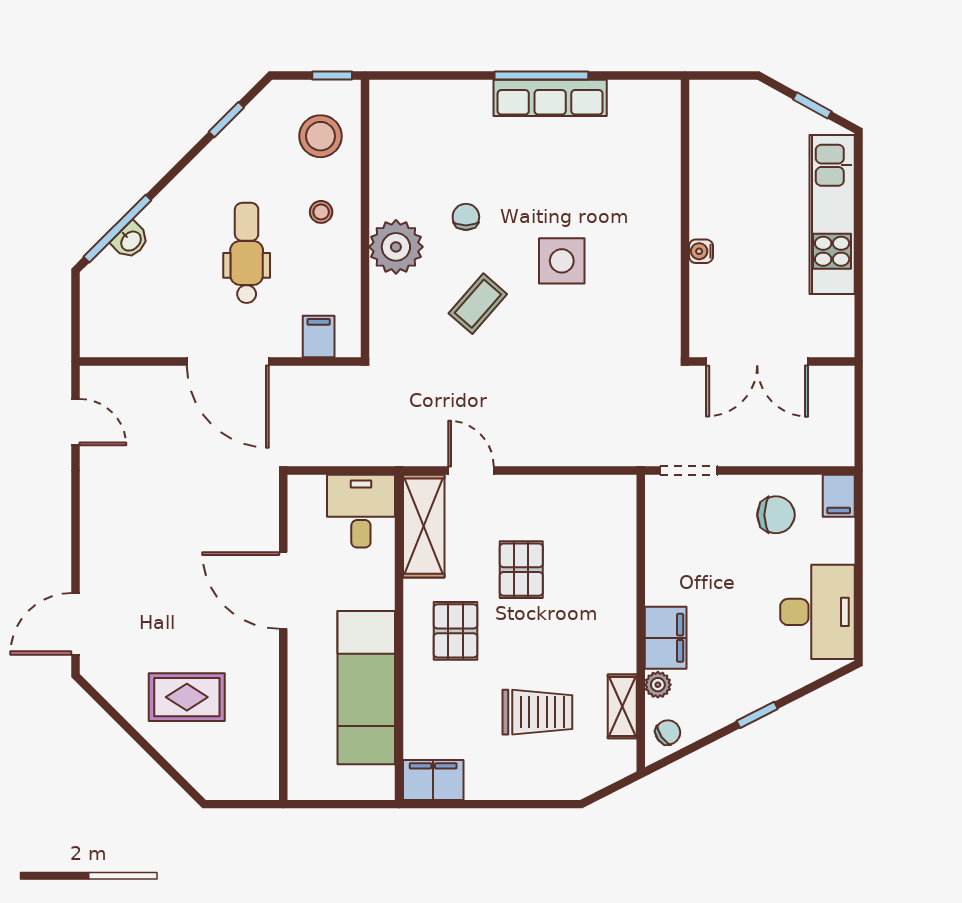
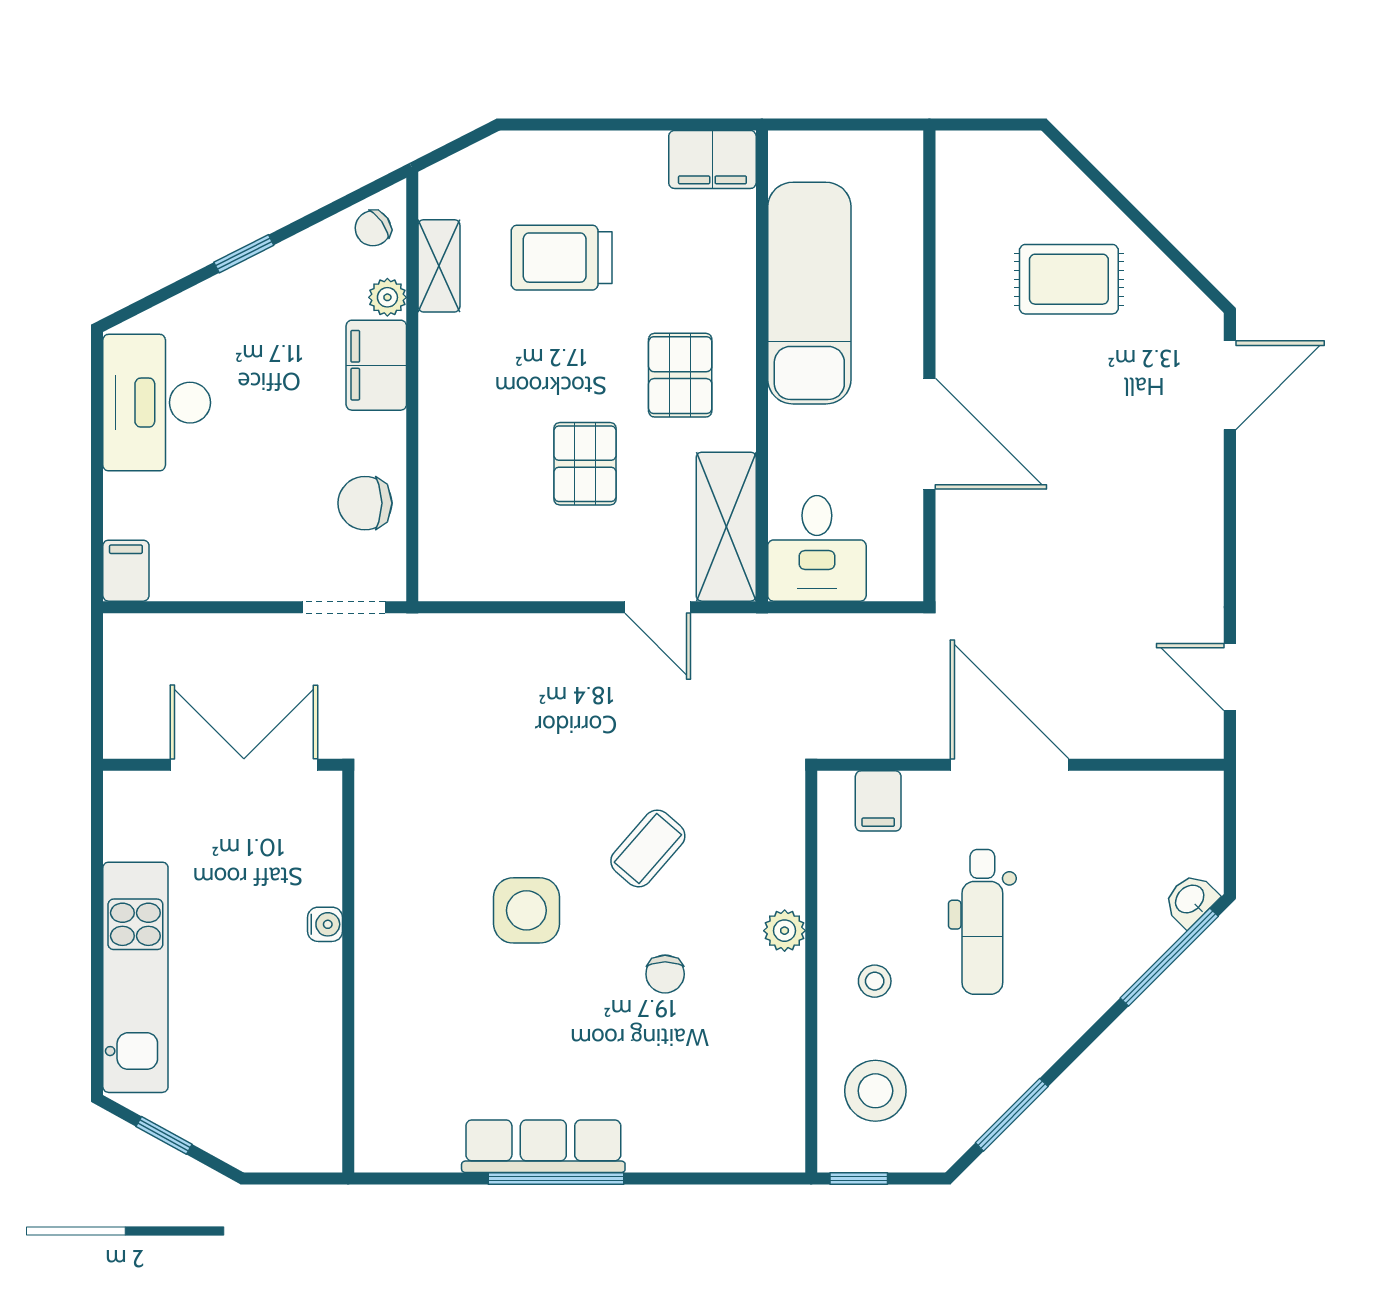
window: (226, 120) -> (1012, 1115), width x1.50
washbasin: (130, 240) -> (1190, 900), moved
plant: (396, 247) -> (785, 931), width x0.53, depth x0.53
chair: (776, 515) -> (365, 503), moved

